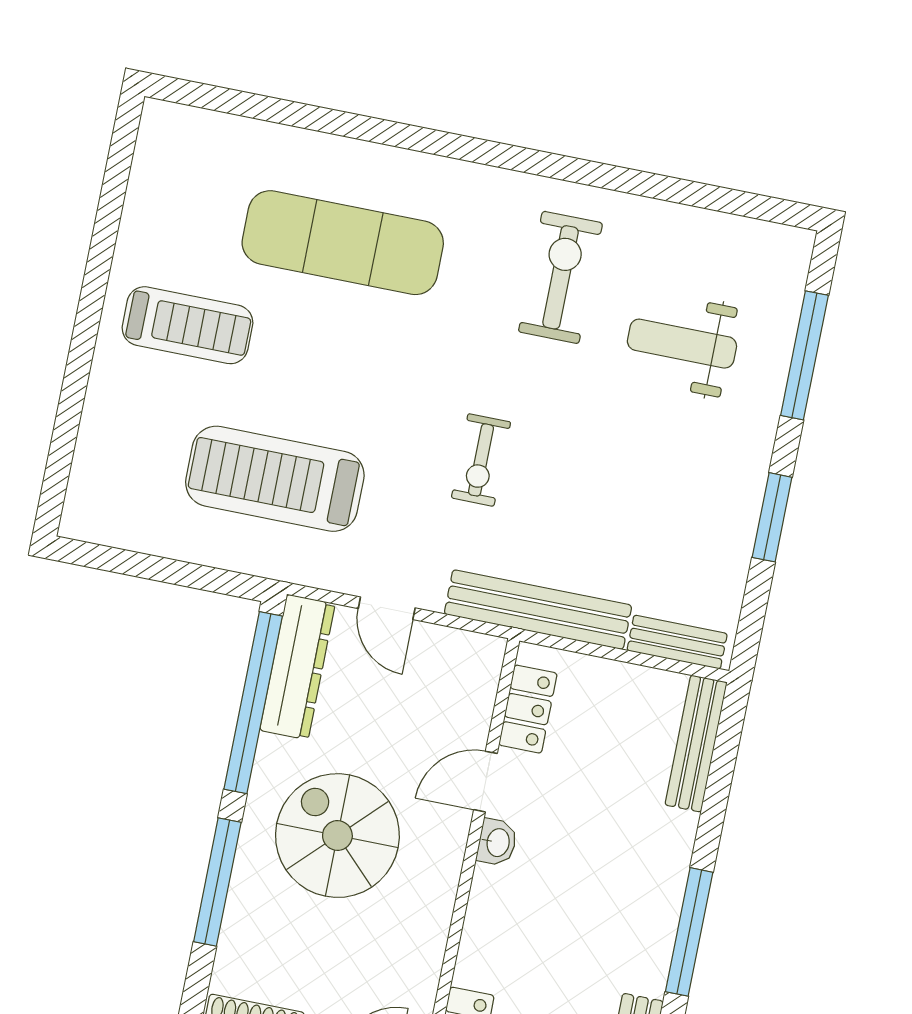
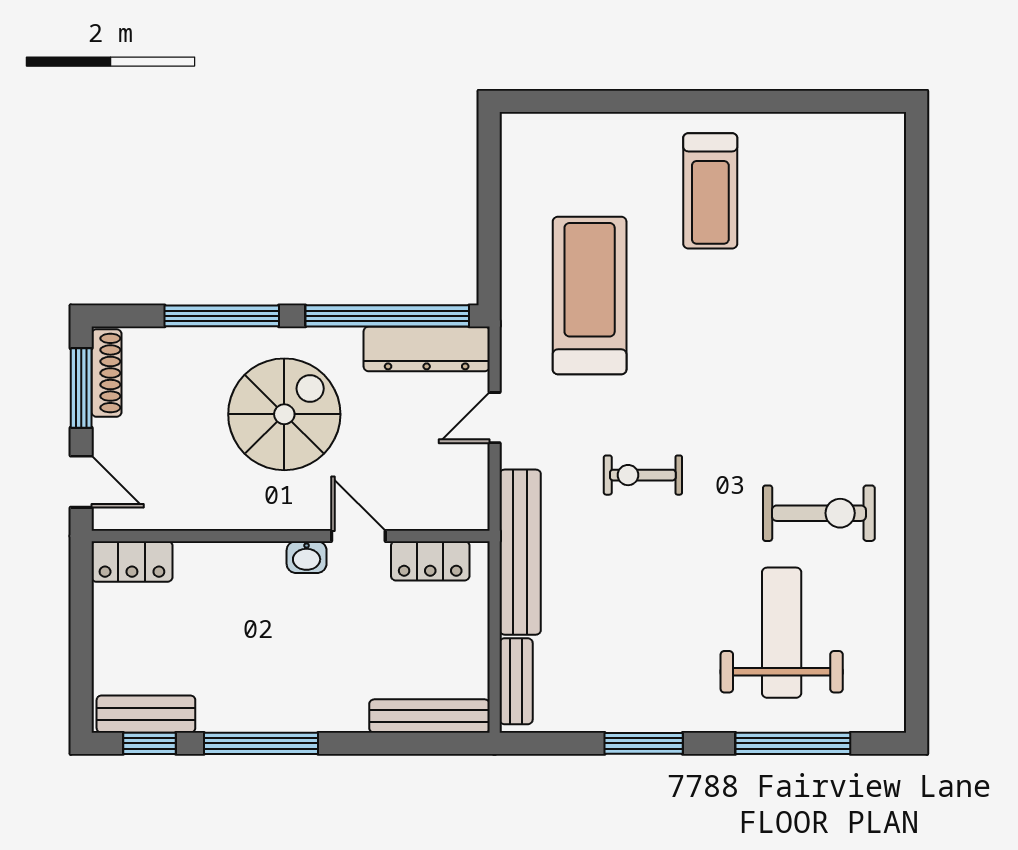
exercise mat: (343, 243) -> (811, 314), removed
weight bench: (682, 344) -> (782, 633), width x1.36, depth x1.33

